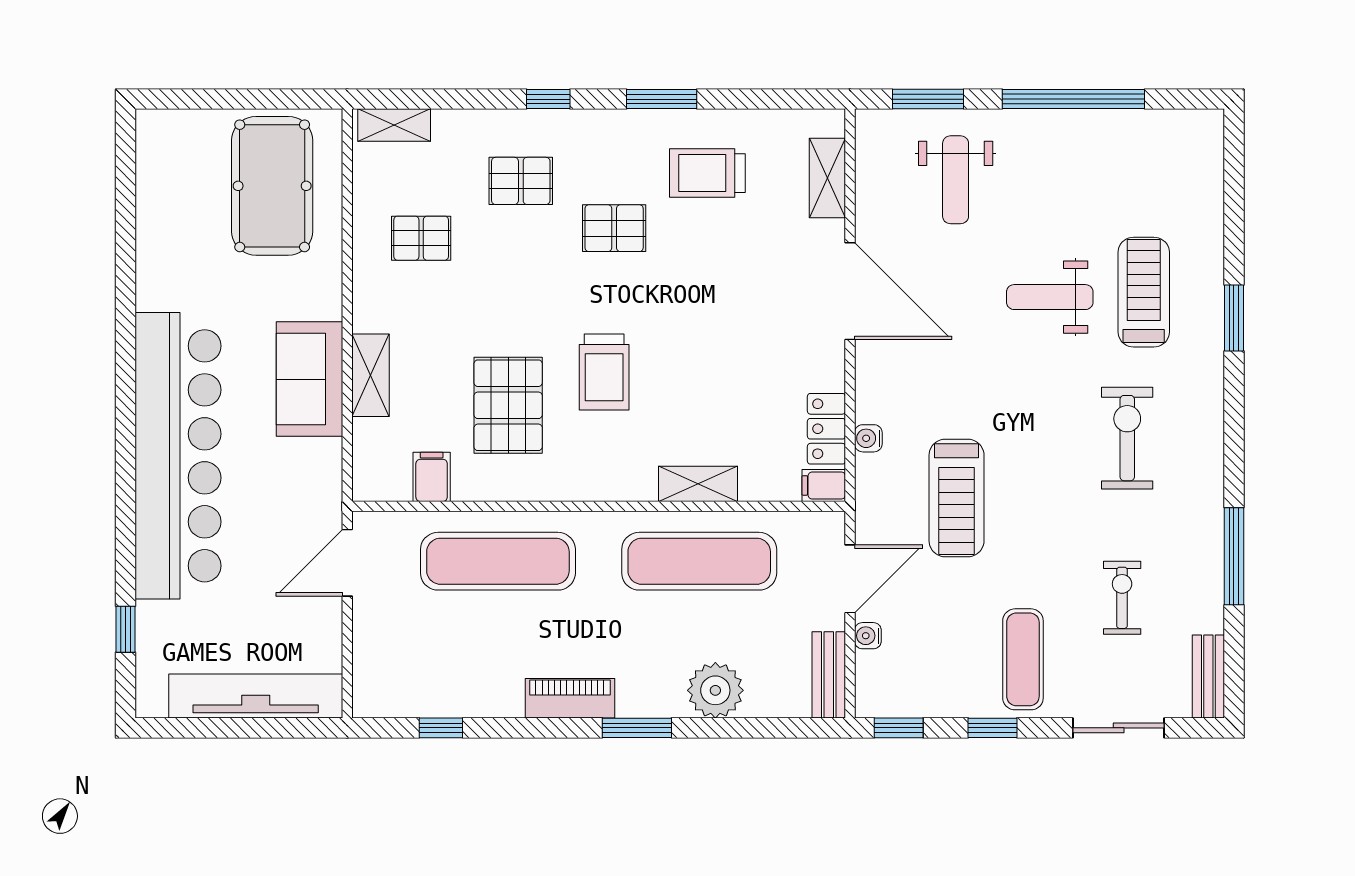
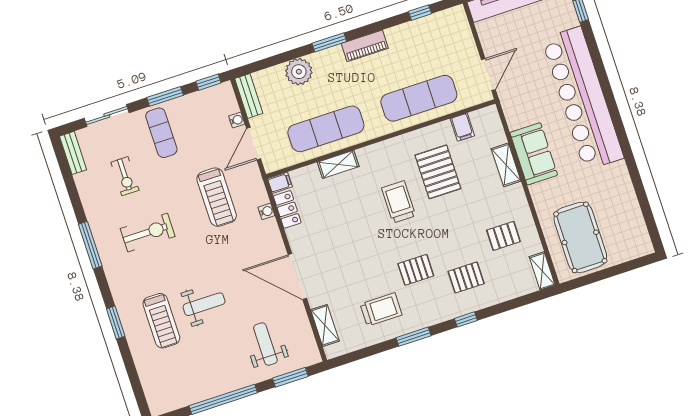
shelving: (394, 125) -> (542, 271), moved, turned 90
exercise bike: (1127, 438) -> (148, 232), moved, turned -90
treadmill: (957, 498) -> (217, 197), turned 180
window: (1234, 556) -> (90, 245), moved
window: (992, 728) -> (165, 96), width x1.50

